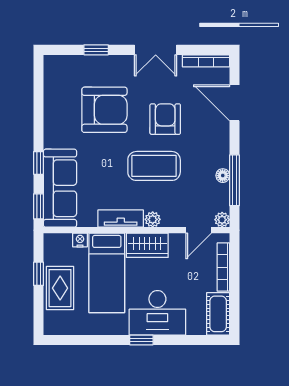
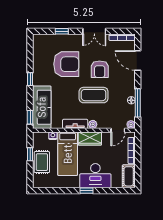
armchair: (165, 119) -> (100, 69), turned 180
window: (38, 163) -> (30, 79), moved

